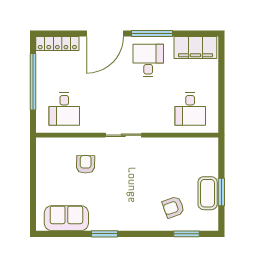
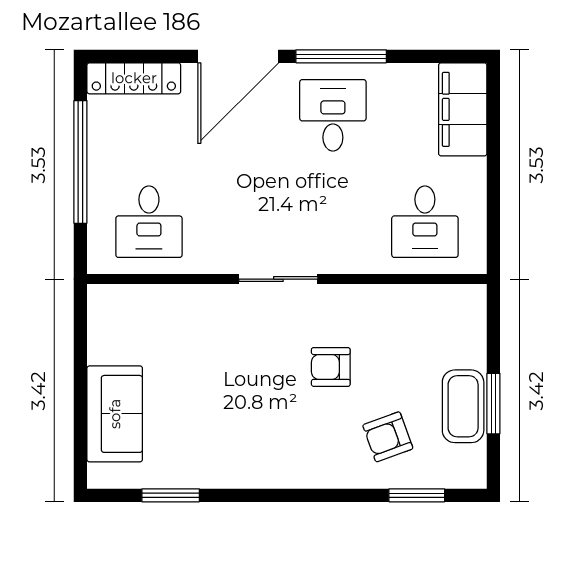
filing cabinet: (195, 48) -> (463, 109), moved, turned 90
armchair: (86, 164) -> (331, 367), moved, turned -91
sofa: (66, 218) -> (115, 414), moved, turned 90
window: (104, 234) -> (171, 495), moved

